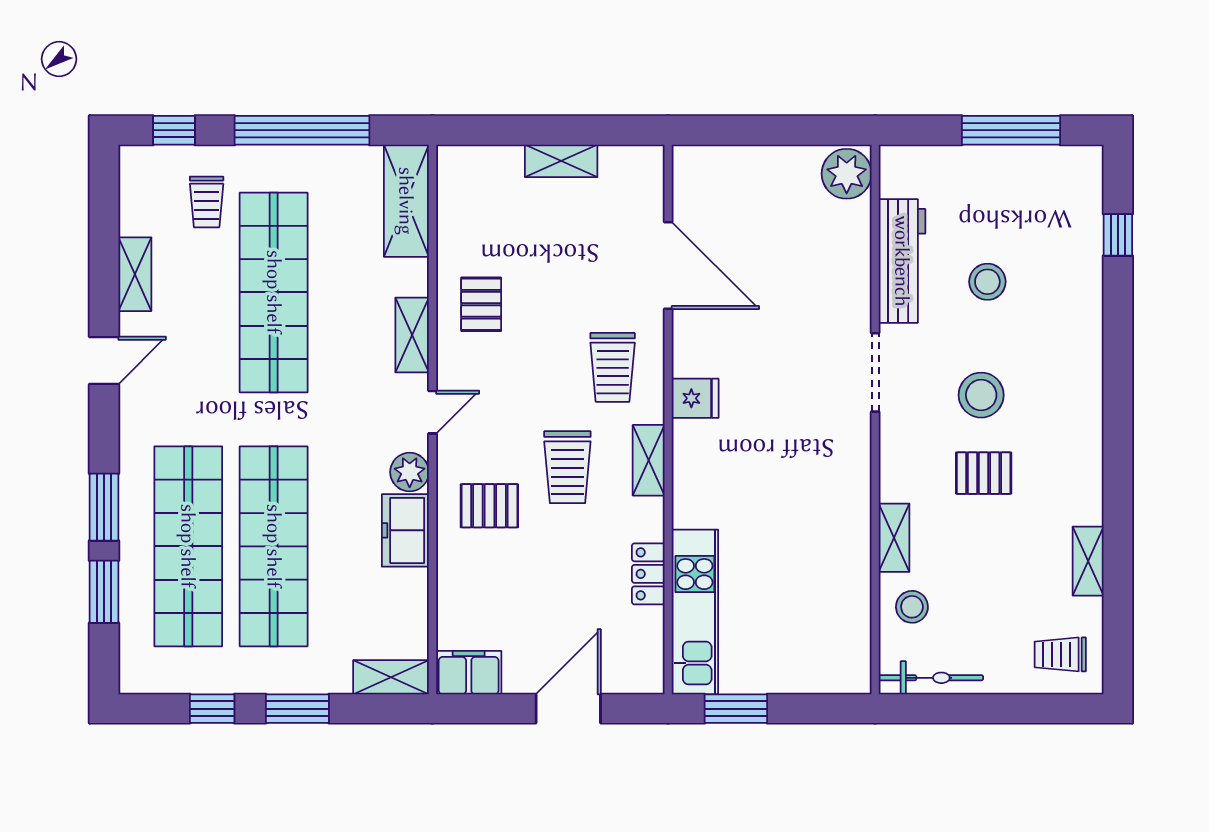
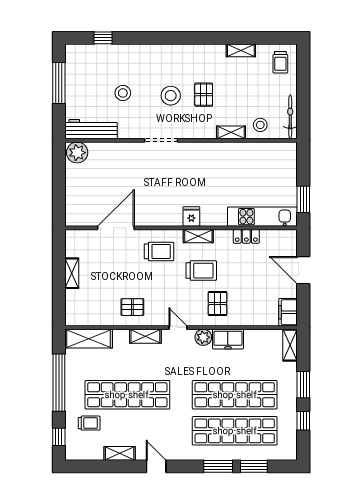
workbench: (902, 261) -> (91, 129), moved
fridge: (695, 398) -> (191, 217), moved

